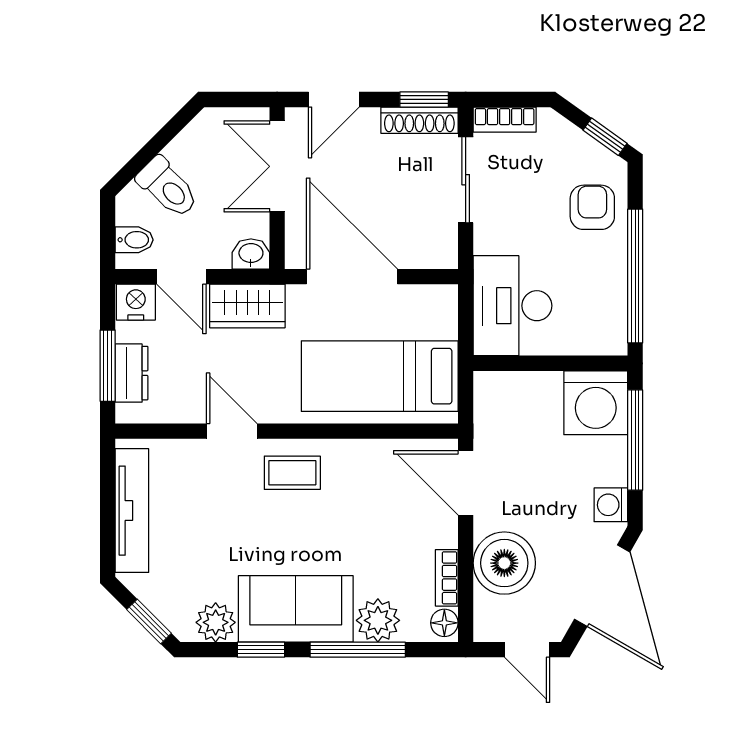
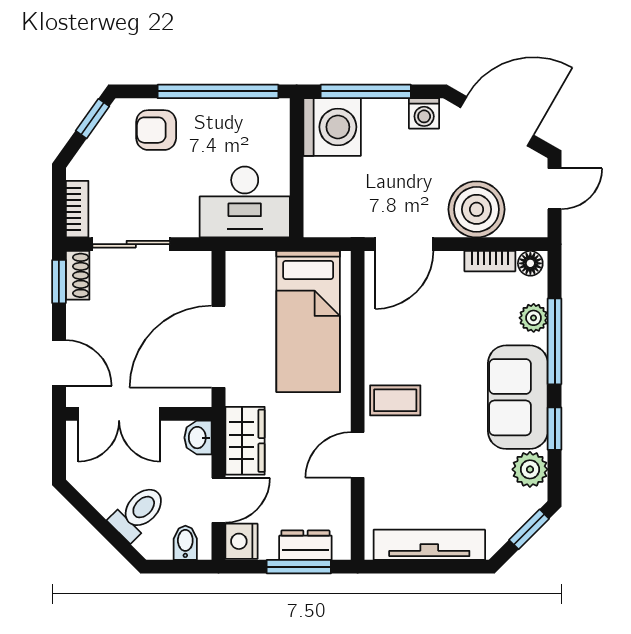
shoe rack: (419, 120) -> (78, 275), width x0.70
coffee table: (292, 473) -> (395, 400), turned 90
plant: (378, 620) -> (534, 318), width x0.73, depth x0.73

